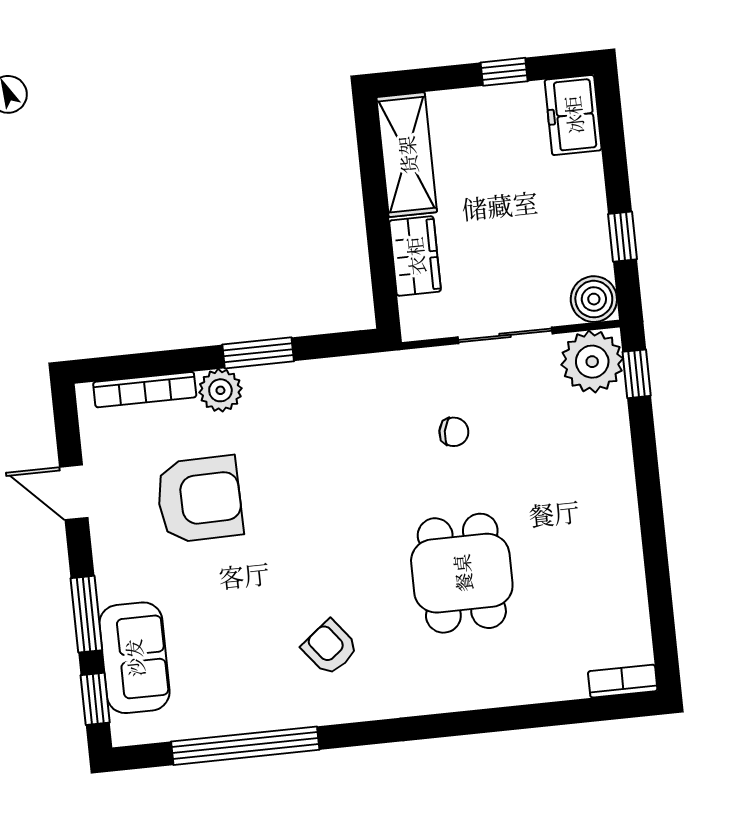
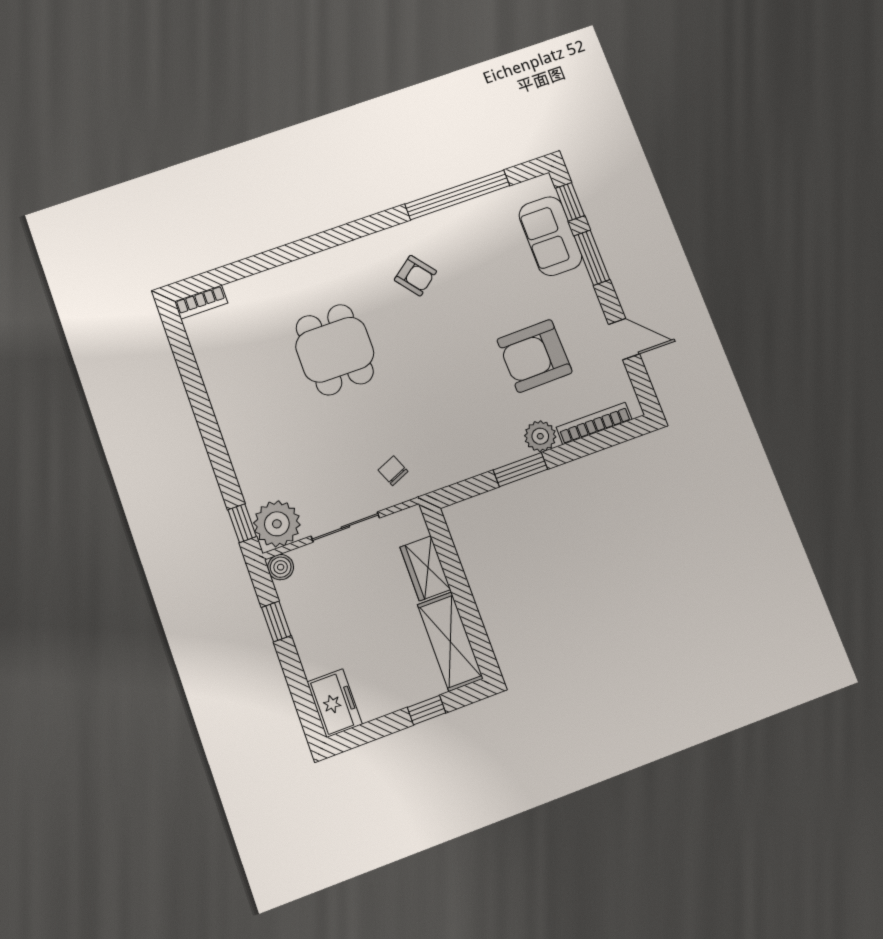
window: (504, 72) -> (426, 710), moved
boiler: (594, 299) -> (281, 567), width x0.73, depth x0.73
chair: (454, 432) -> (393, 471), moved, turned 56

